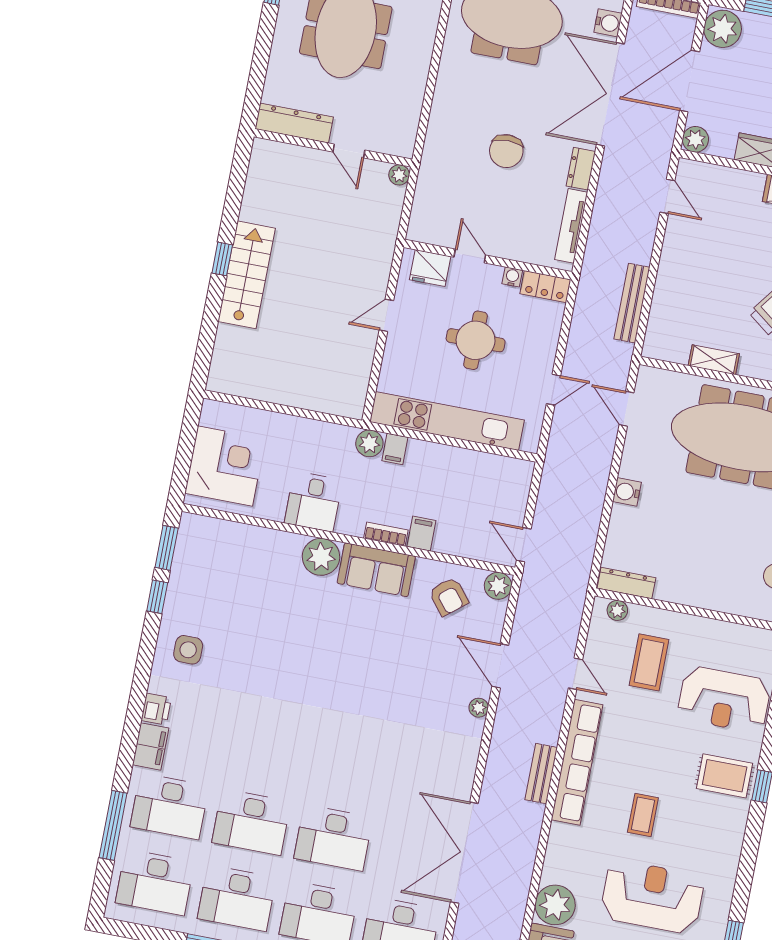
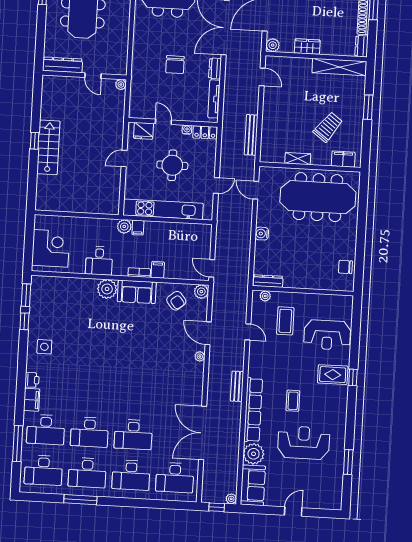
row of seats: (577, 762) -> (253, 410), moved

